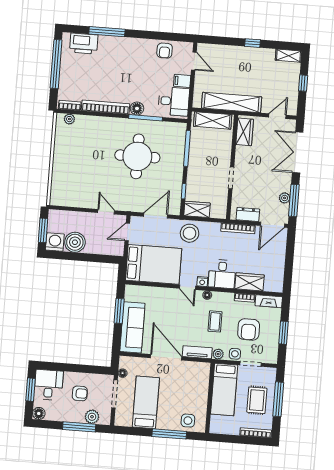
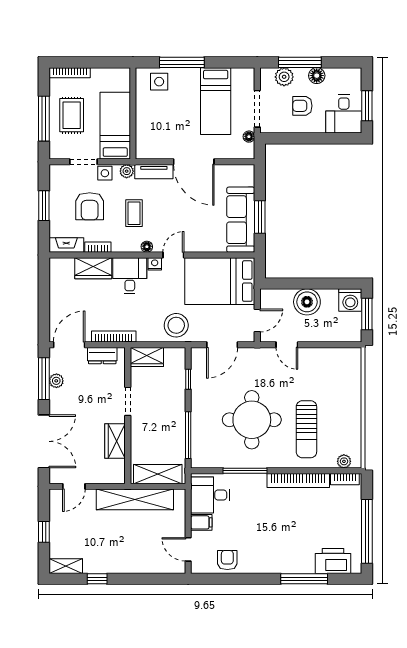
window: (253, 43) -> (97, 579), moved
floor lamp: (137, 108) -> (257, 482), removed
wardrobe: (245, 132) -> (115, 441), moved
sun lounger: (96, 146) -> (306, 429), added
wardrobe: (197, 209) -> (147, 357), moved
boiler: (75, 242) -> (307, 302), moved
door: (187, 287) -> (173, 255), hinge flipped
sofa: (132, 327) -> (241, 220), moved
armchair: (249, 329) -> (90, 206), turned 180
floor lamp: (39, 413) -> (317, 76), moved

